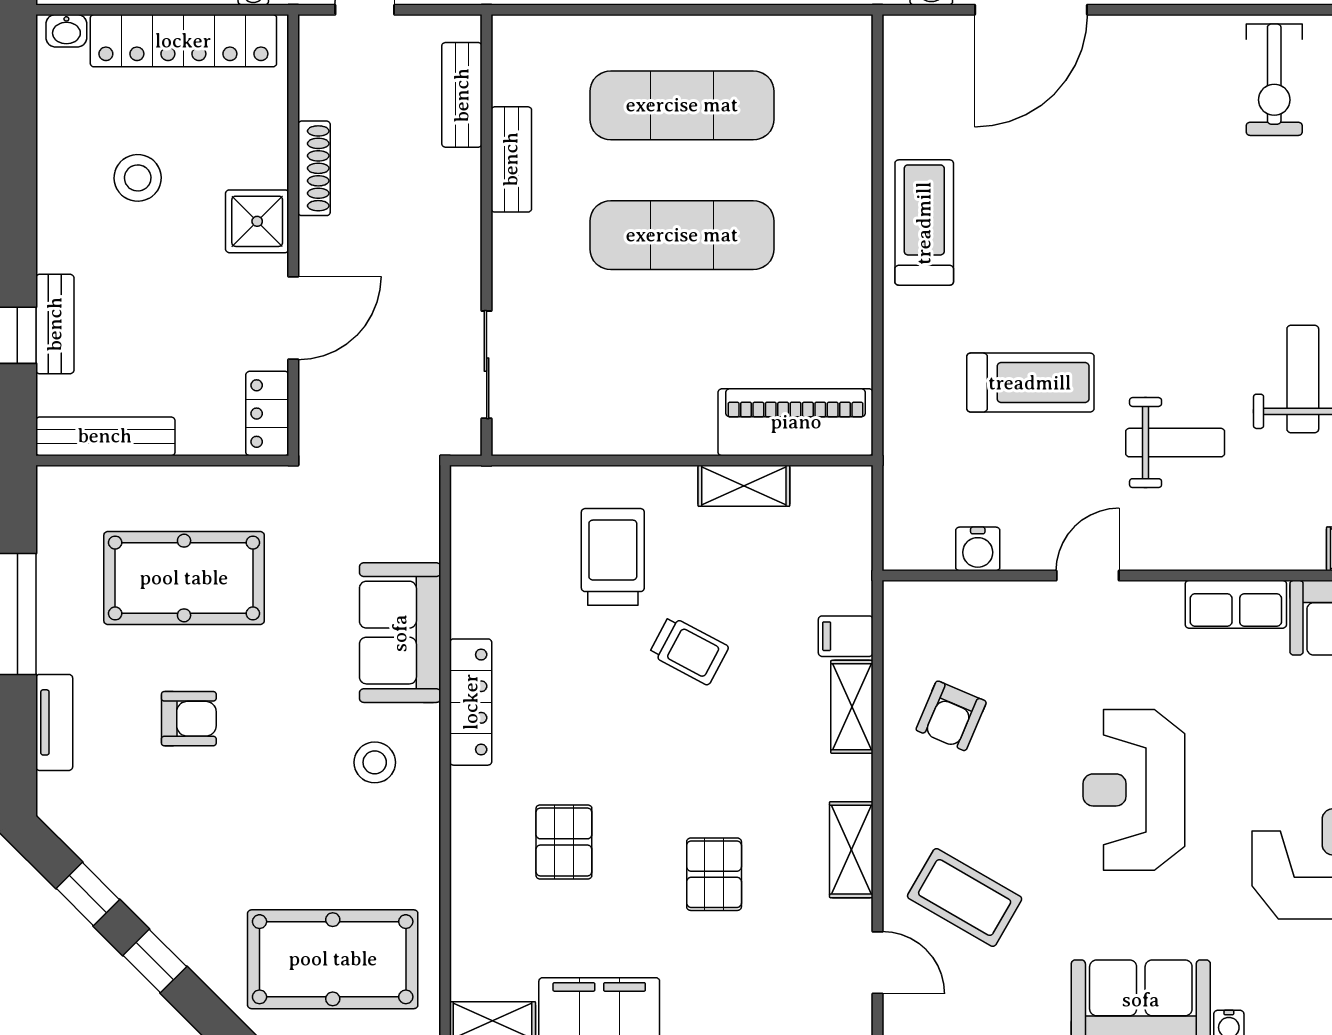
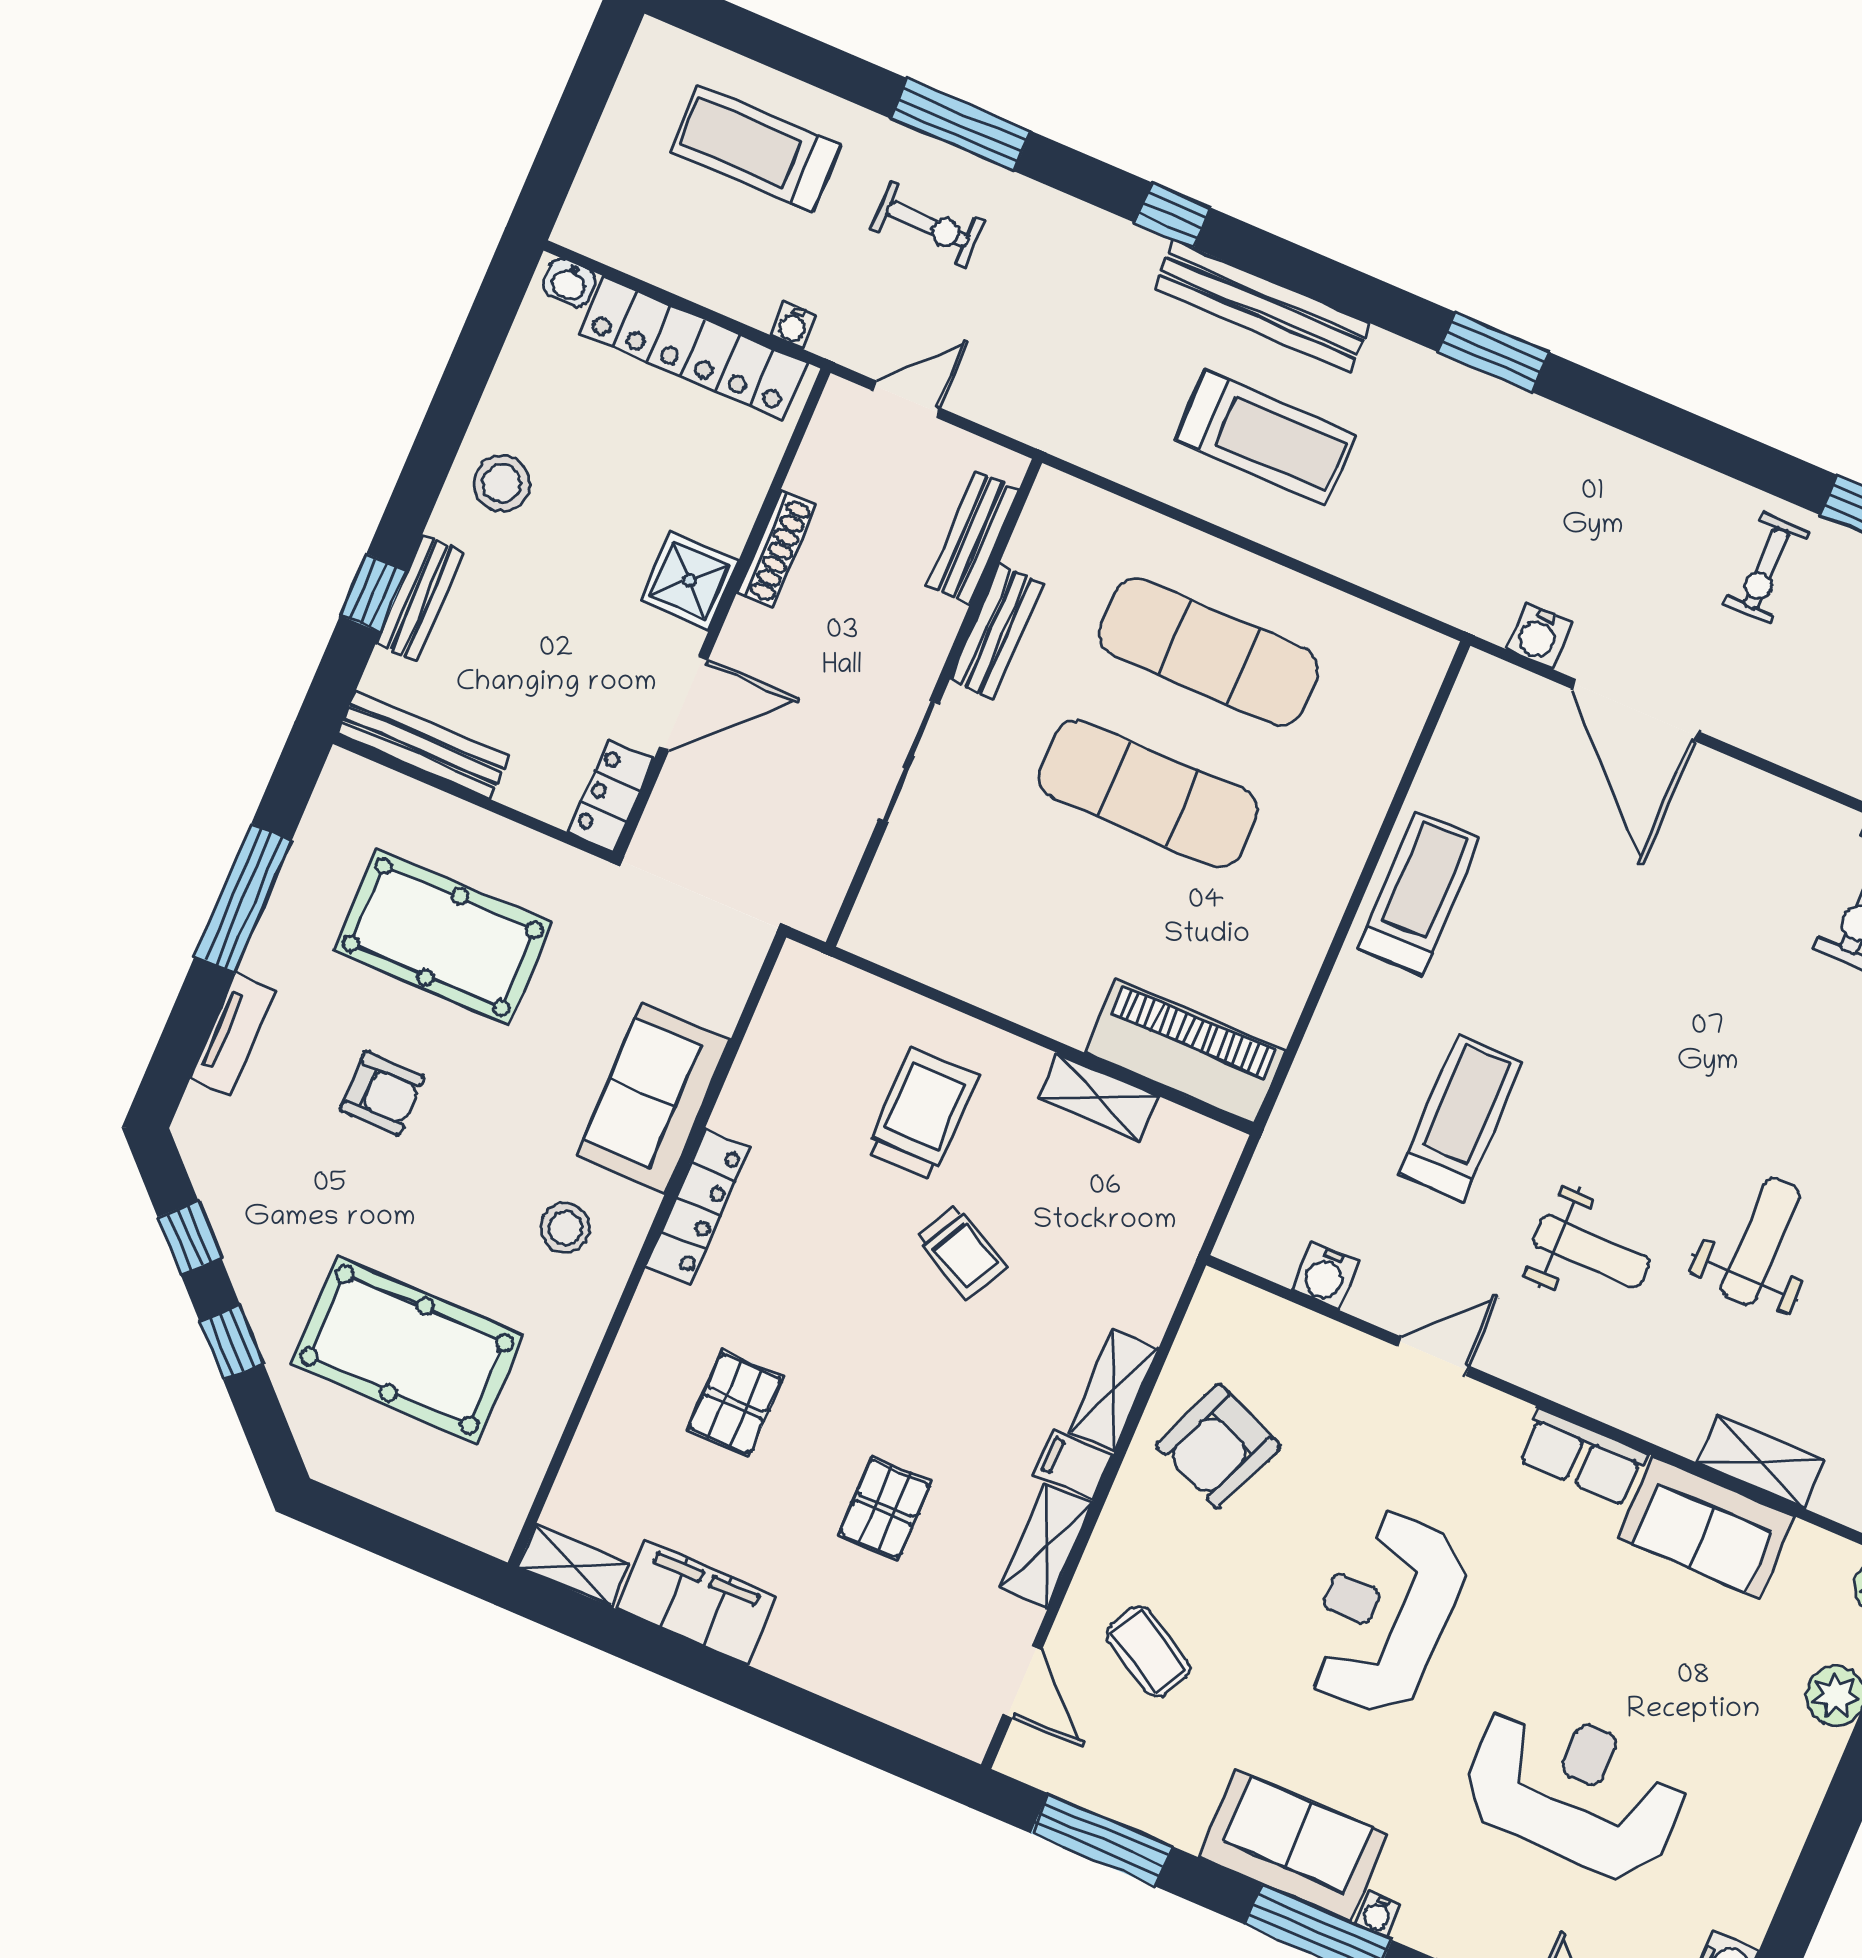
door: (1031, 10) -> (1635, 710), hinge flipped
stool: (138, 178) -> (502, 483), moved
sliding door: (487, 365) -> (909, 761), moved
treadmill: (1030, 383) -> (1461, 1118), turned -90
filing cabinet: (846, 636) -> (1074, 1464), moved
armchair: (951, 716) -> (1218, 1446), width x1.38, depth x1.38
coffee table: (965, 897) -> (1148, 1651), width x0.73, depth x0.77
pool table: (333, 959) -> (407, 1349), moved

